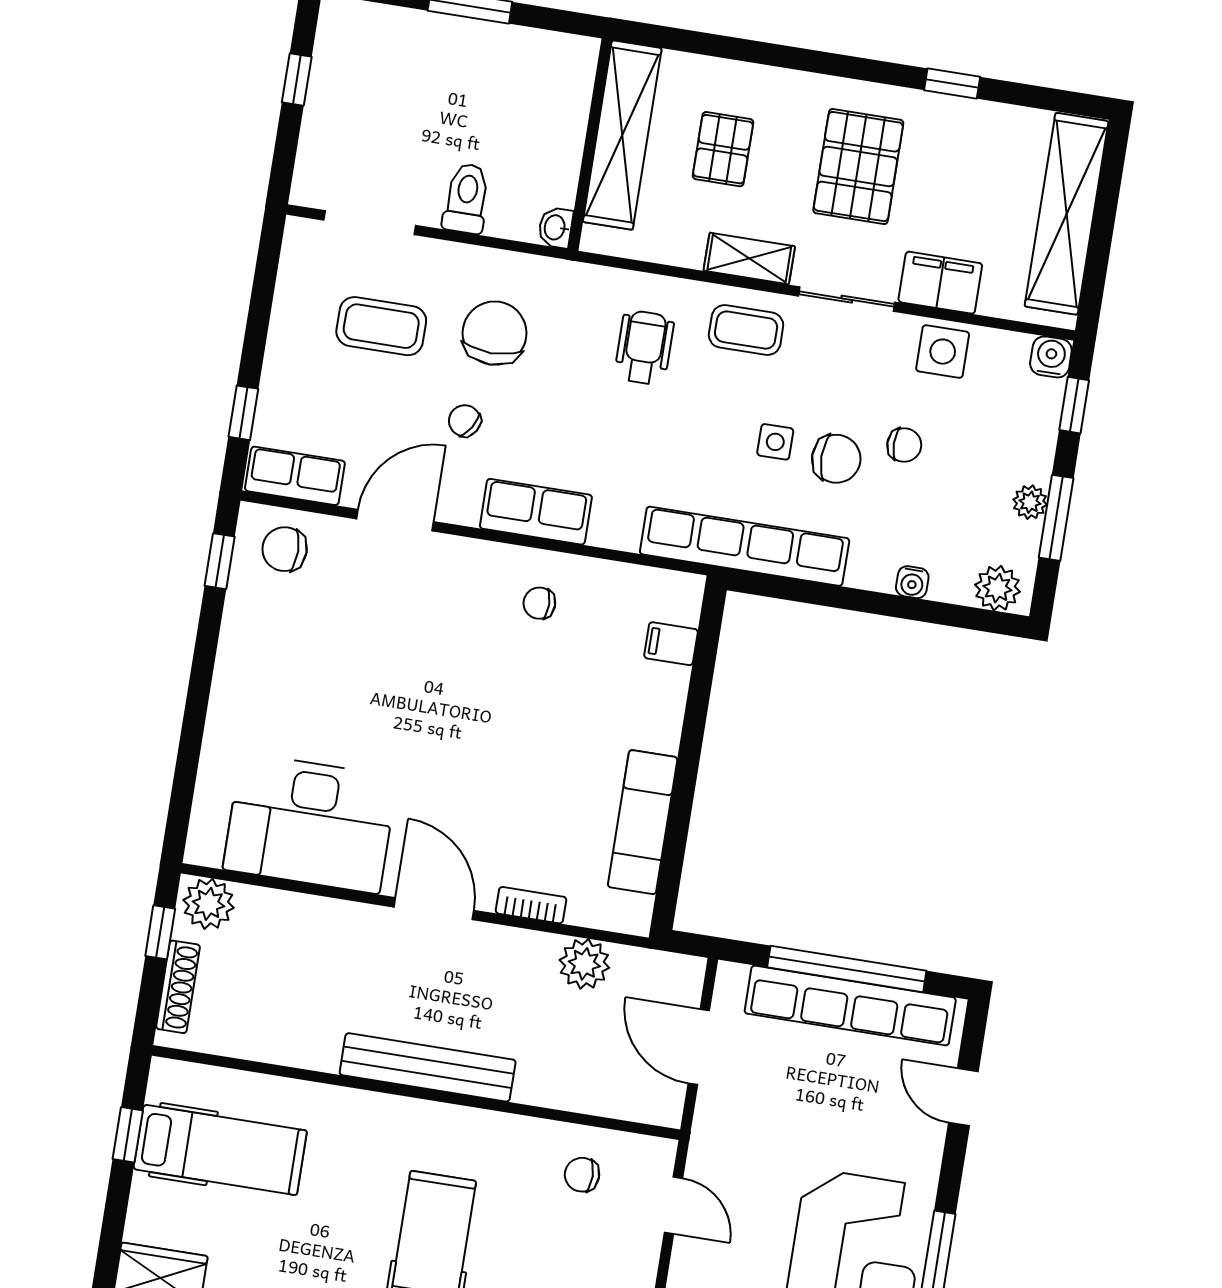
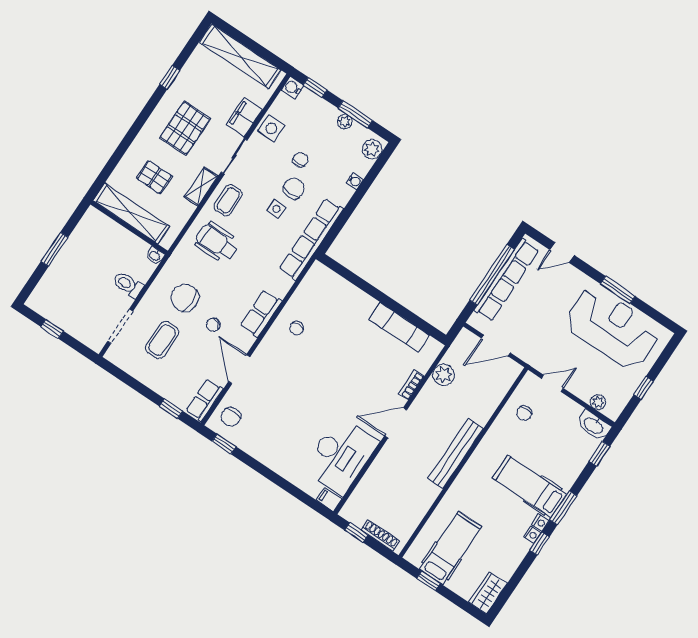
pallet: (858, 167) -> (185, 128), turned 90
wheelchair: (644, 348) -> (217, 243), width x1.36, depth x1.37
filing cabinet: (671, 644) -> (329, 499), moved, turned 90
plant: (209, 904) -> (354, 509), removed

